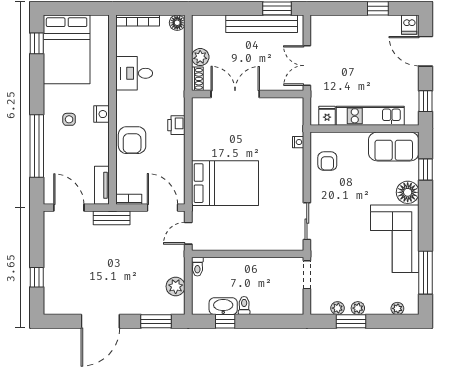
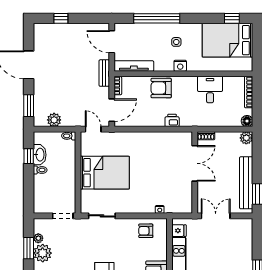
plant: (200, 57) -> (246, 138), moved
bed: (225, 183) -> (105, 173), moved, turned -90
tv unit: (102, 185) -> (134, 66), width x1.41
door: (69, 208) -> (112, 42), swing flipped
plant: (358, 308) -> (43, 253), width x1.87, depth x1.87

